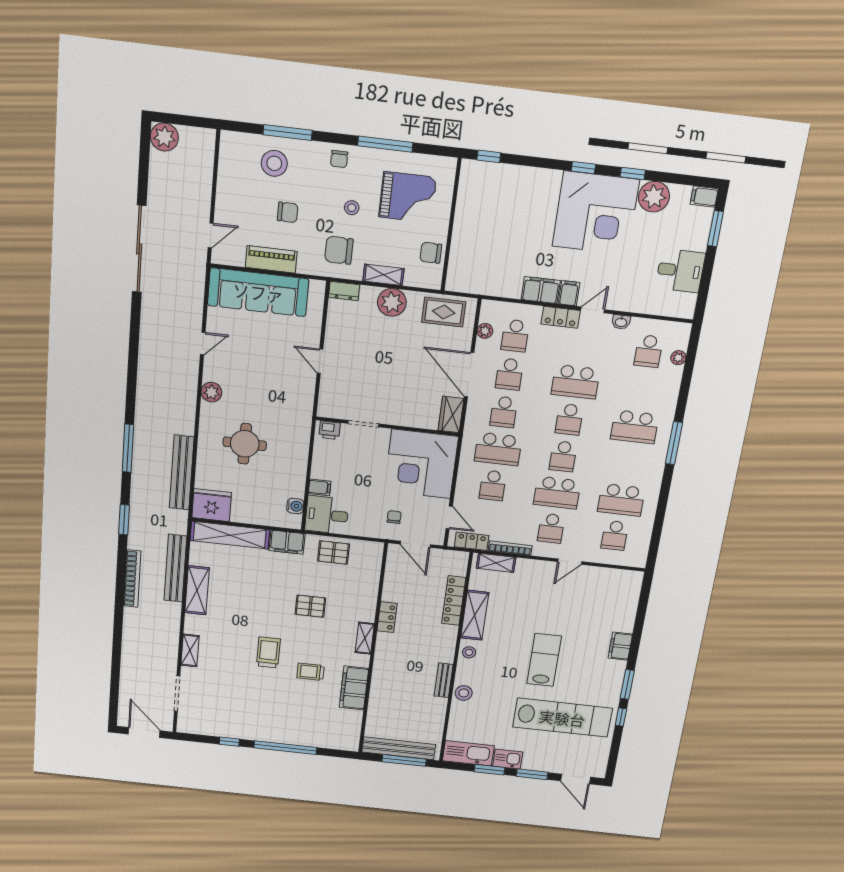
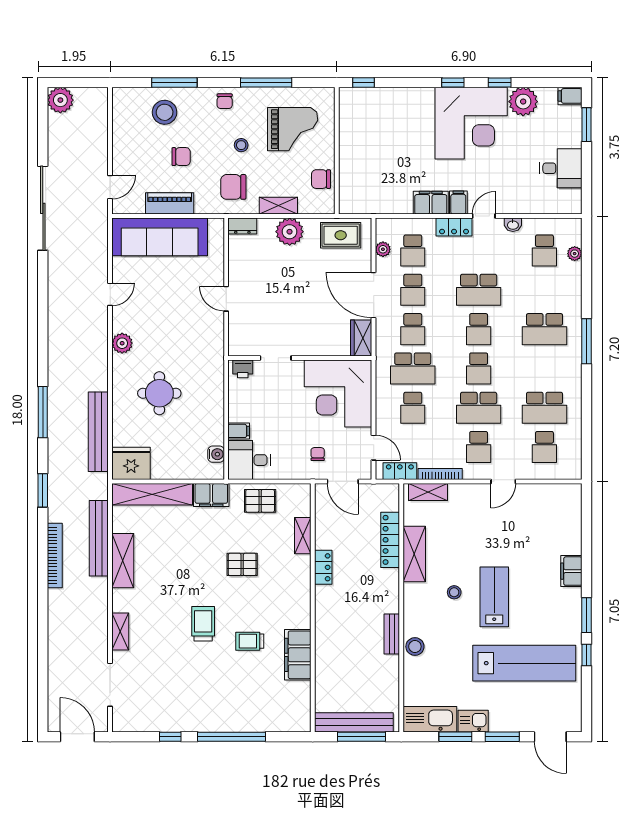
shelving: (365, 638) -> (303, 536), moved
stool: (469, 652) -> (454, 592), moved

